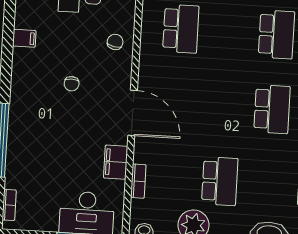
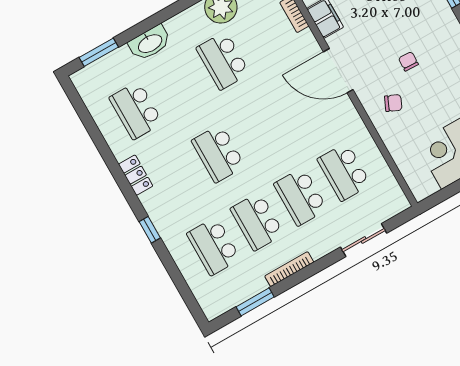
school desk: (229, 32) -> (301, 197), added
chair: (115, 42) -> (393, 103), moved, turned -78

